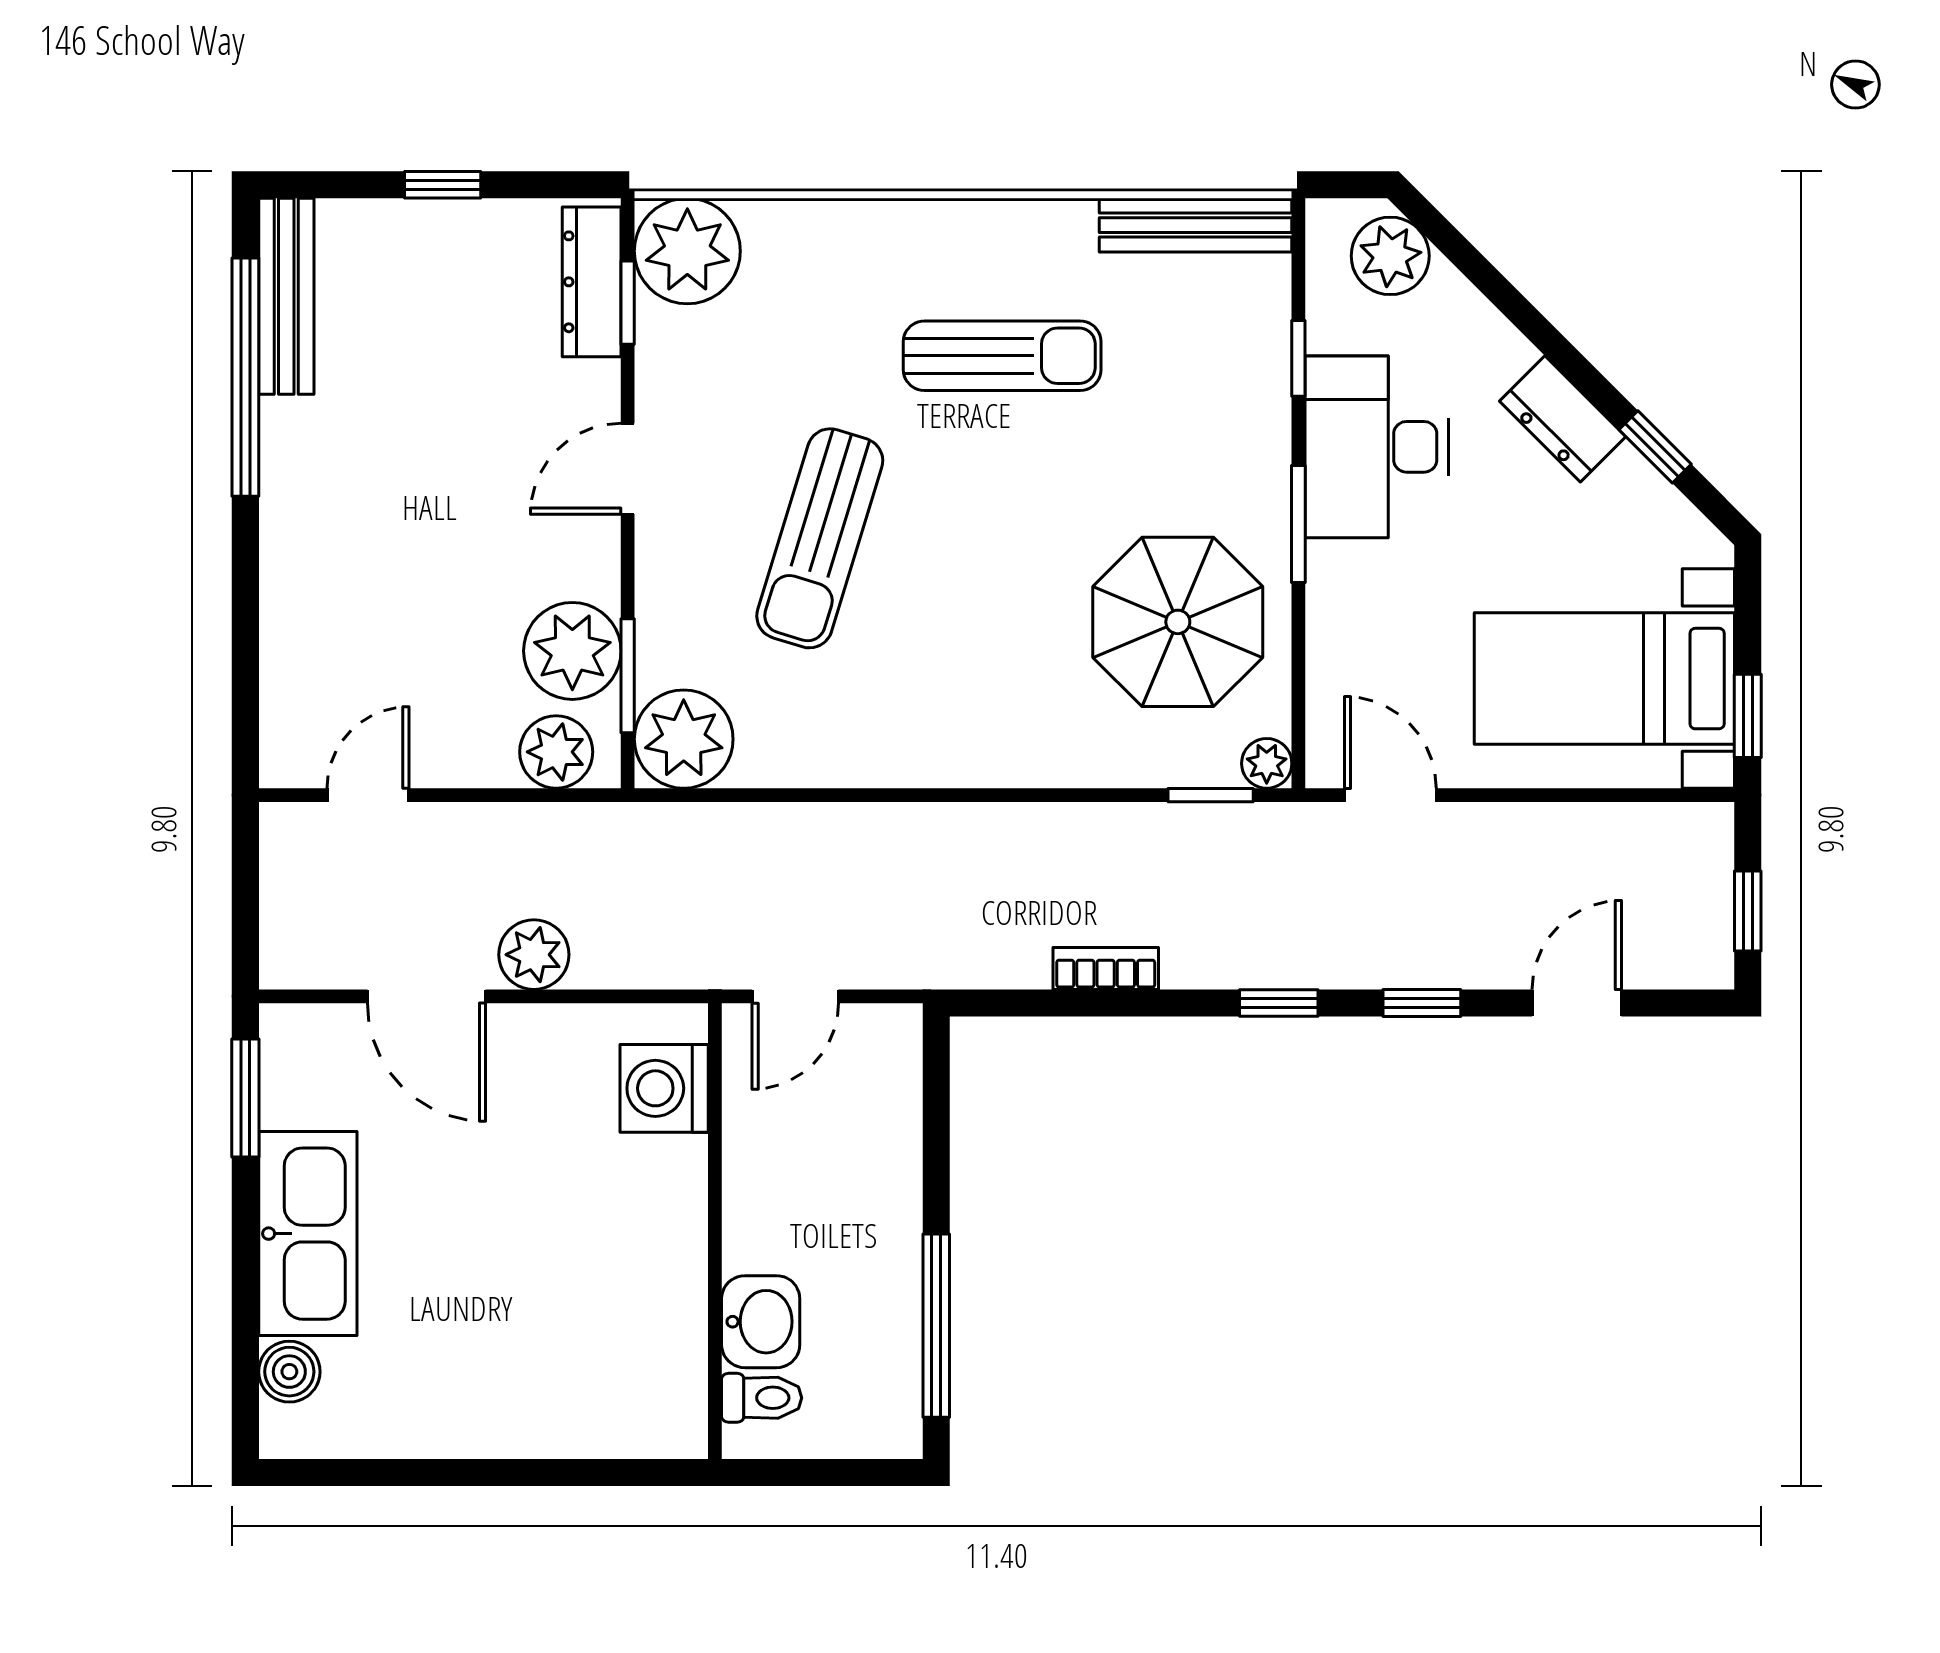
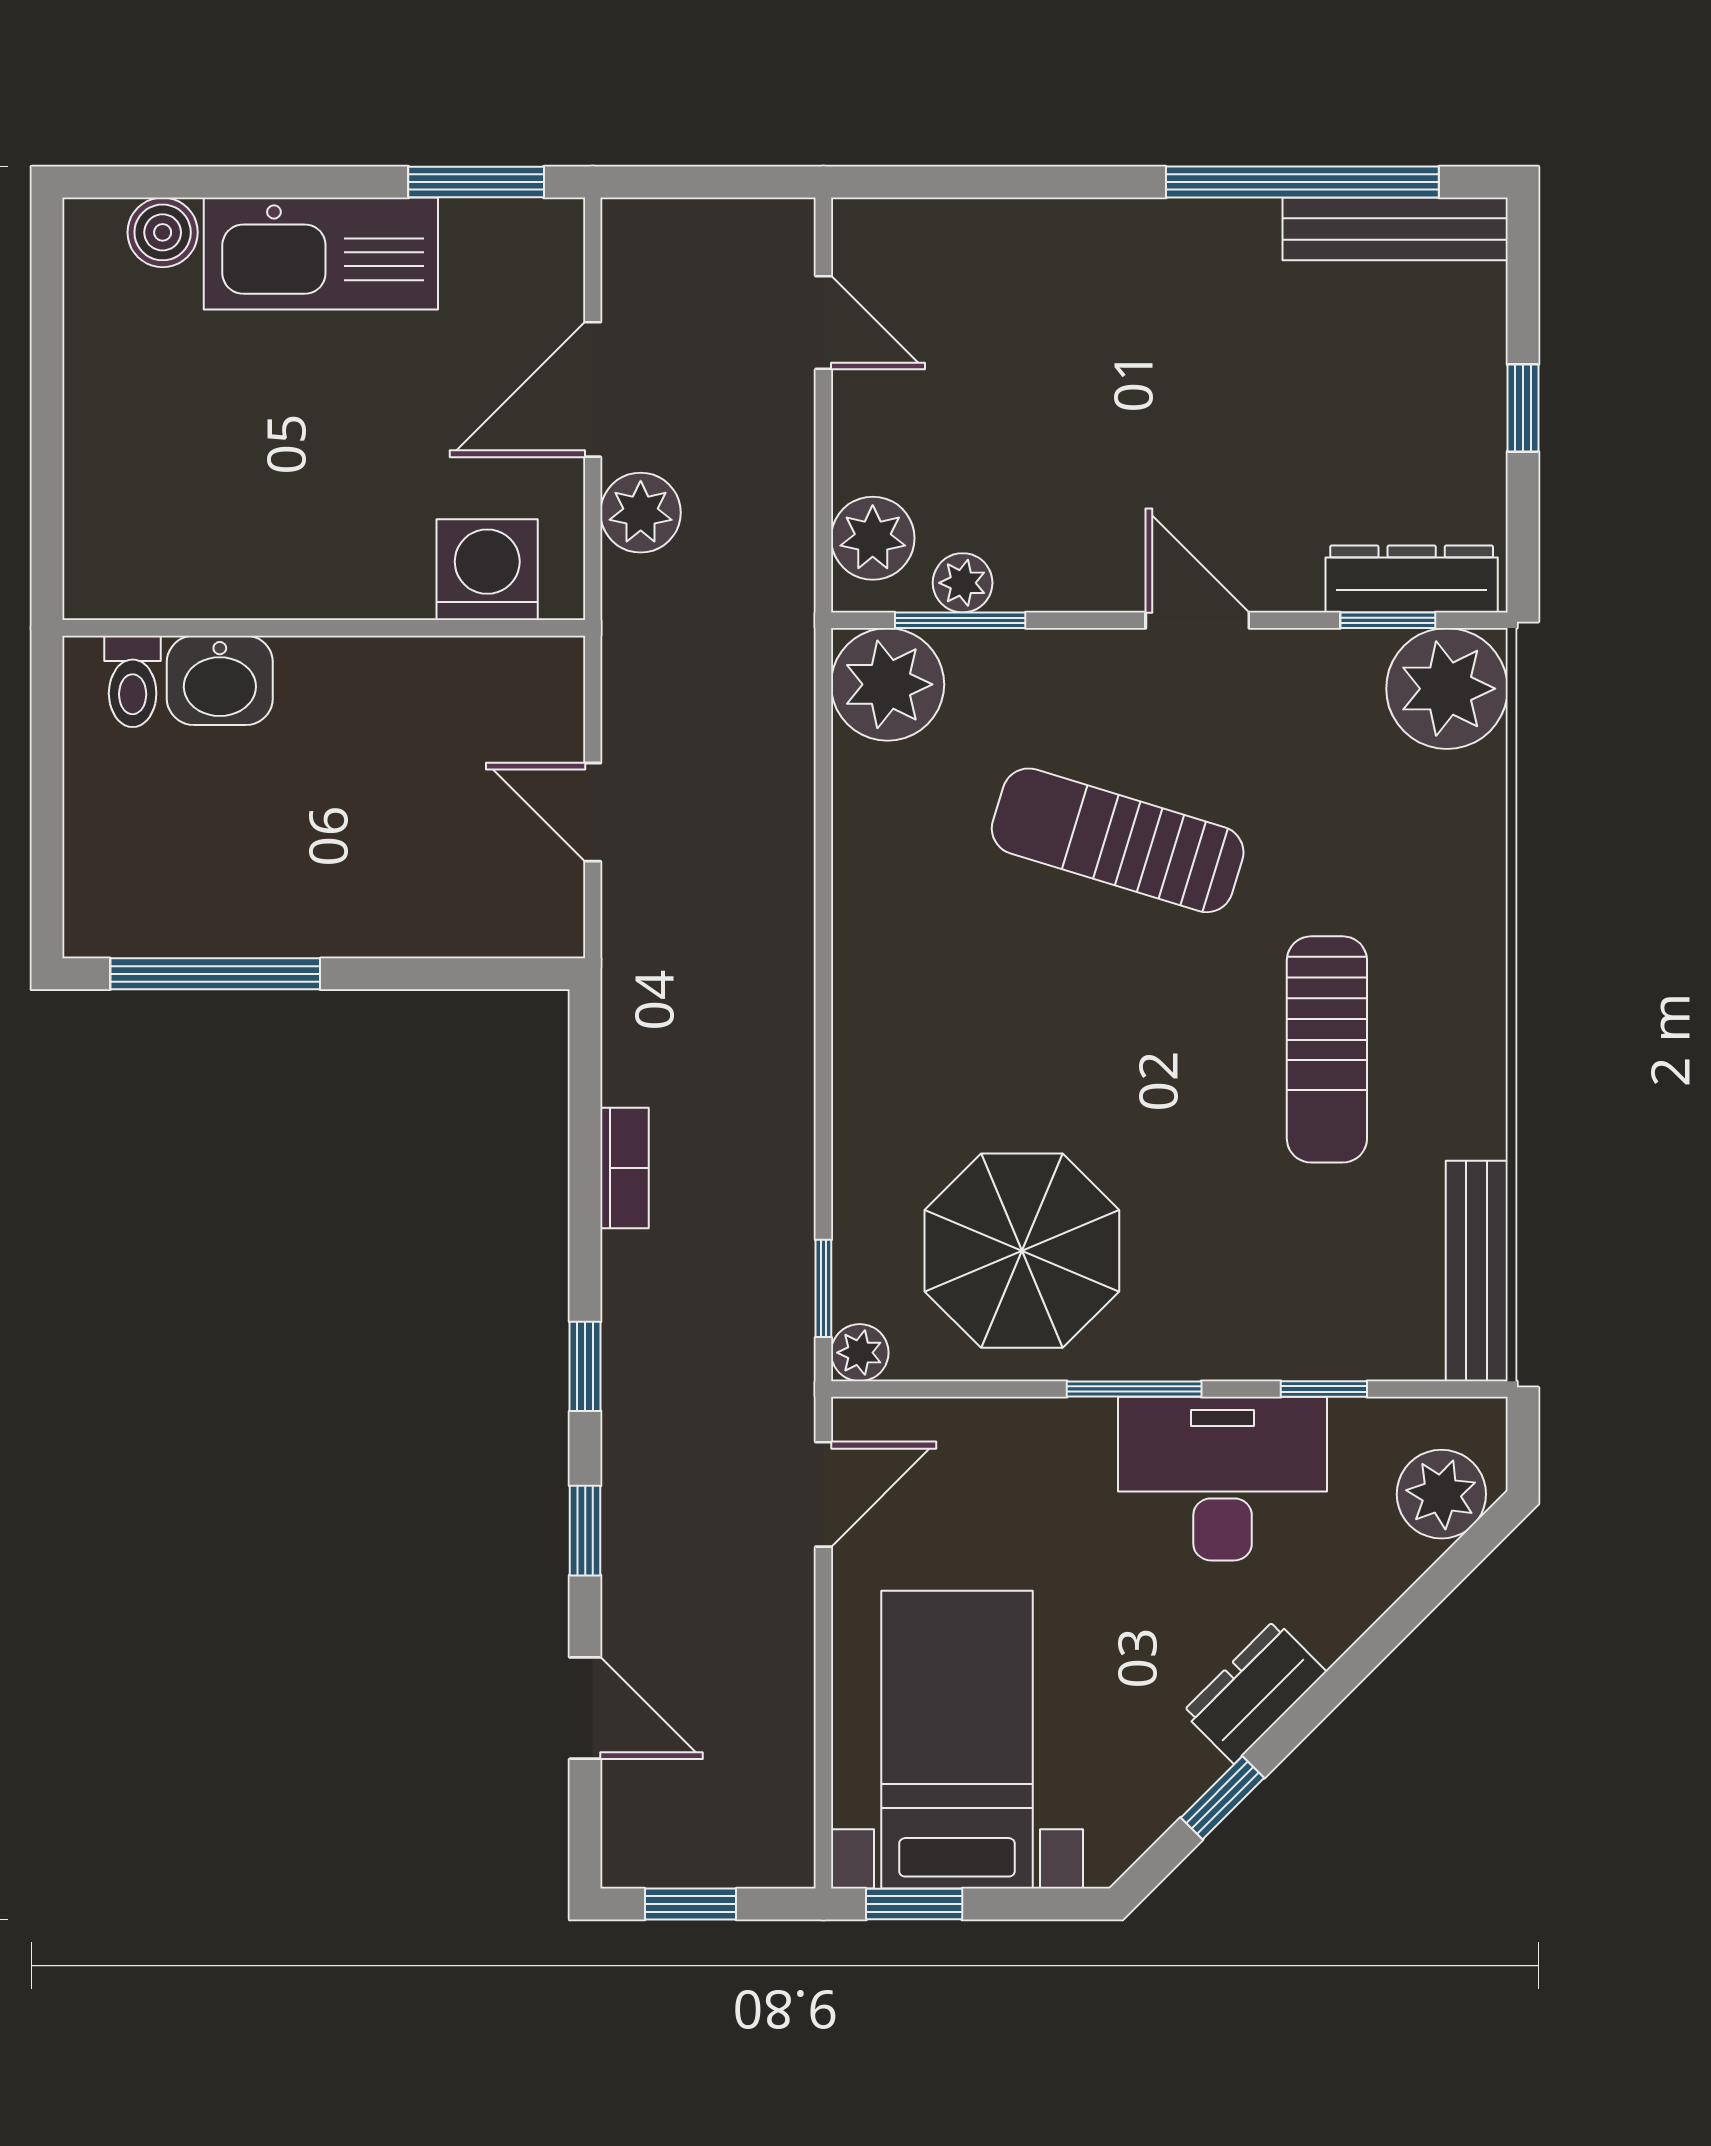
plant: (572, 651) -> (963, 583), width x0.53, depth x0.53
washing machine: (664, 1088) -> (487, 570), moved
wall: (715, 1231) -> (324, 628), moved
washbasin: (761, 1322) -> (220, 680), moved
toilet: (762, 1398) -> (133, 681), moved

